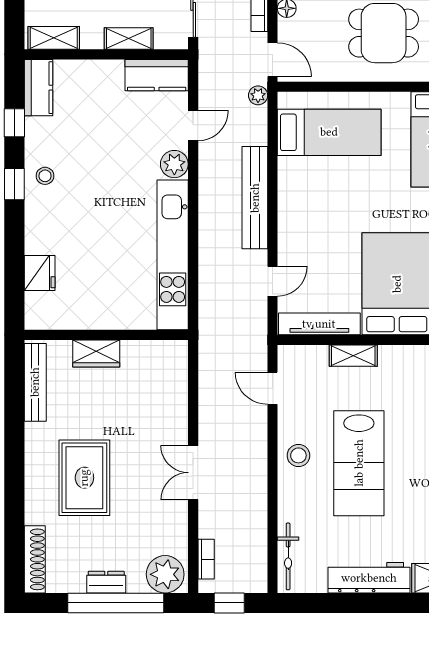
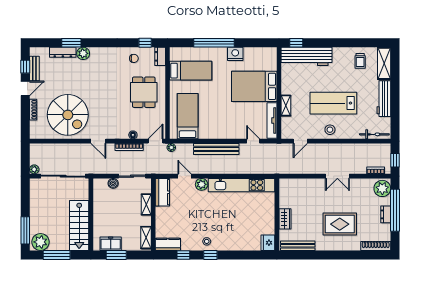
fridge: (40, 273) -> (268, 243), moved, turned -90
lab bench: (359, 463) -> (333, 103), turned 180

